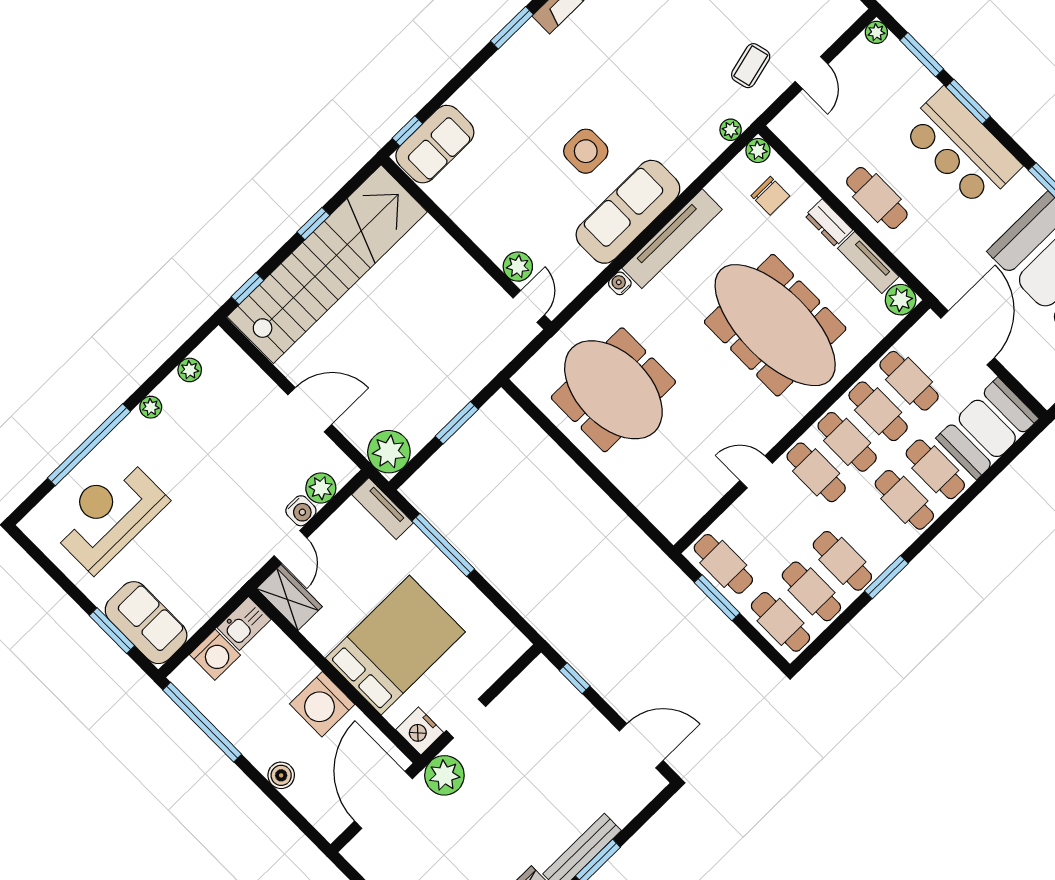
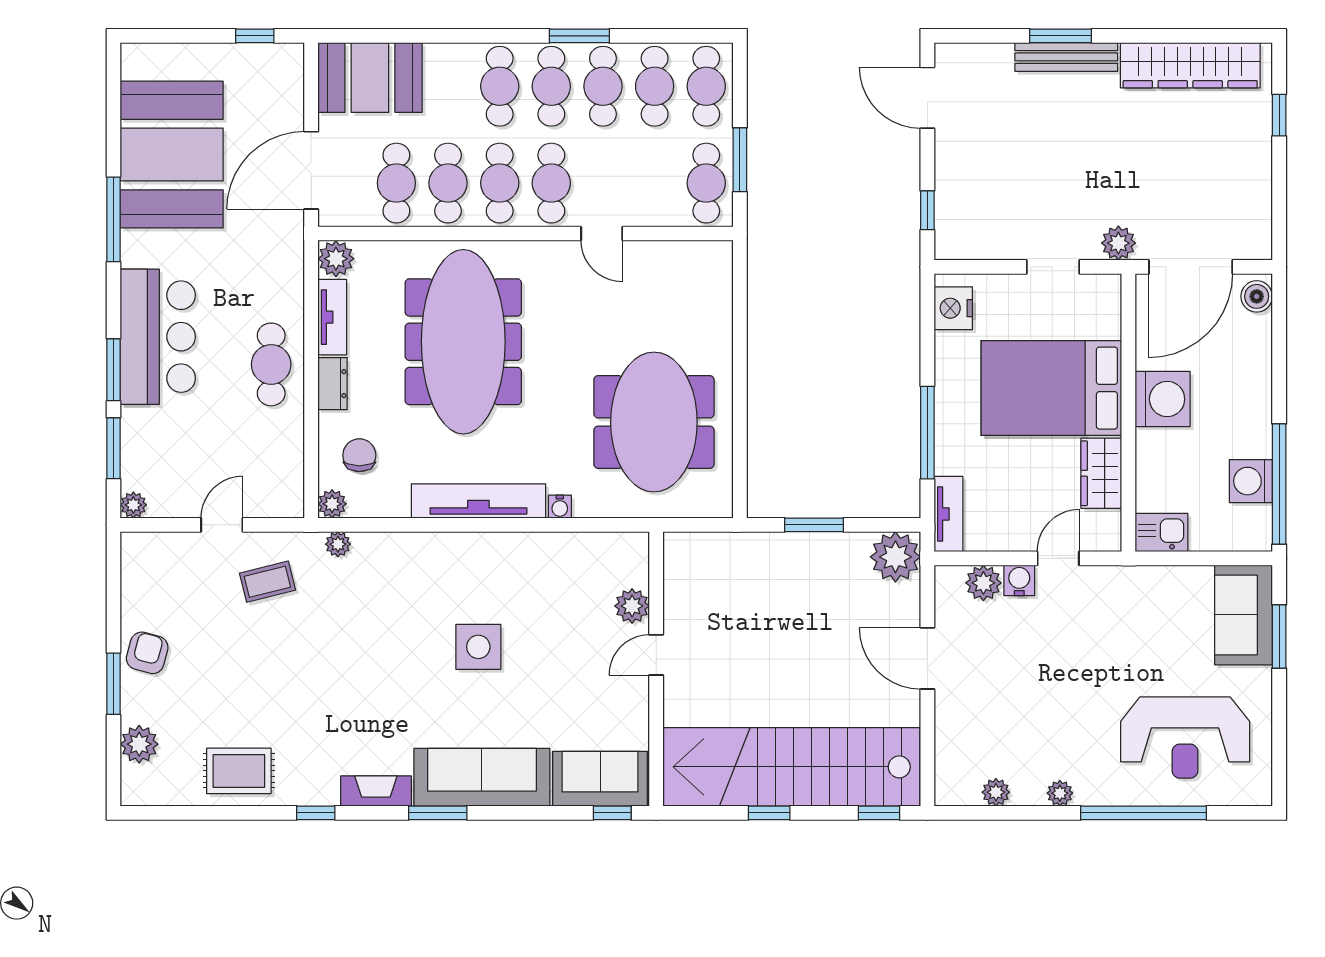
sofa: (628, 212) -> (482, 777), moved, turned 180
door: (529, 307) -> (656, 655), moved
cafe table: (935, 469) -> (551, 86), moved
wardrobe: (289, 598) -> (1101, 473), moved
washing machine: (215, 655) -> (1251, 481), moved, turned -90
nightstand: (420, 731) -> (953, 308), moved, turned 180
boiler: (281, 775) -> (1257, 296), moved
plant: (444, 775) -> (1118, 243), width x0.73, depth x0.73

